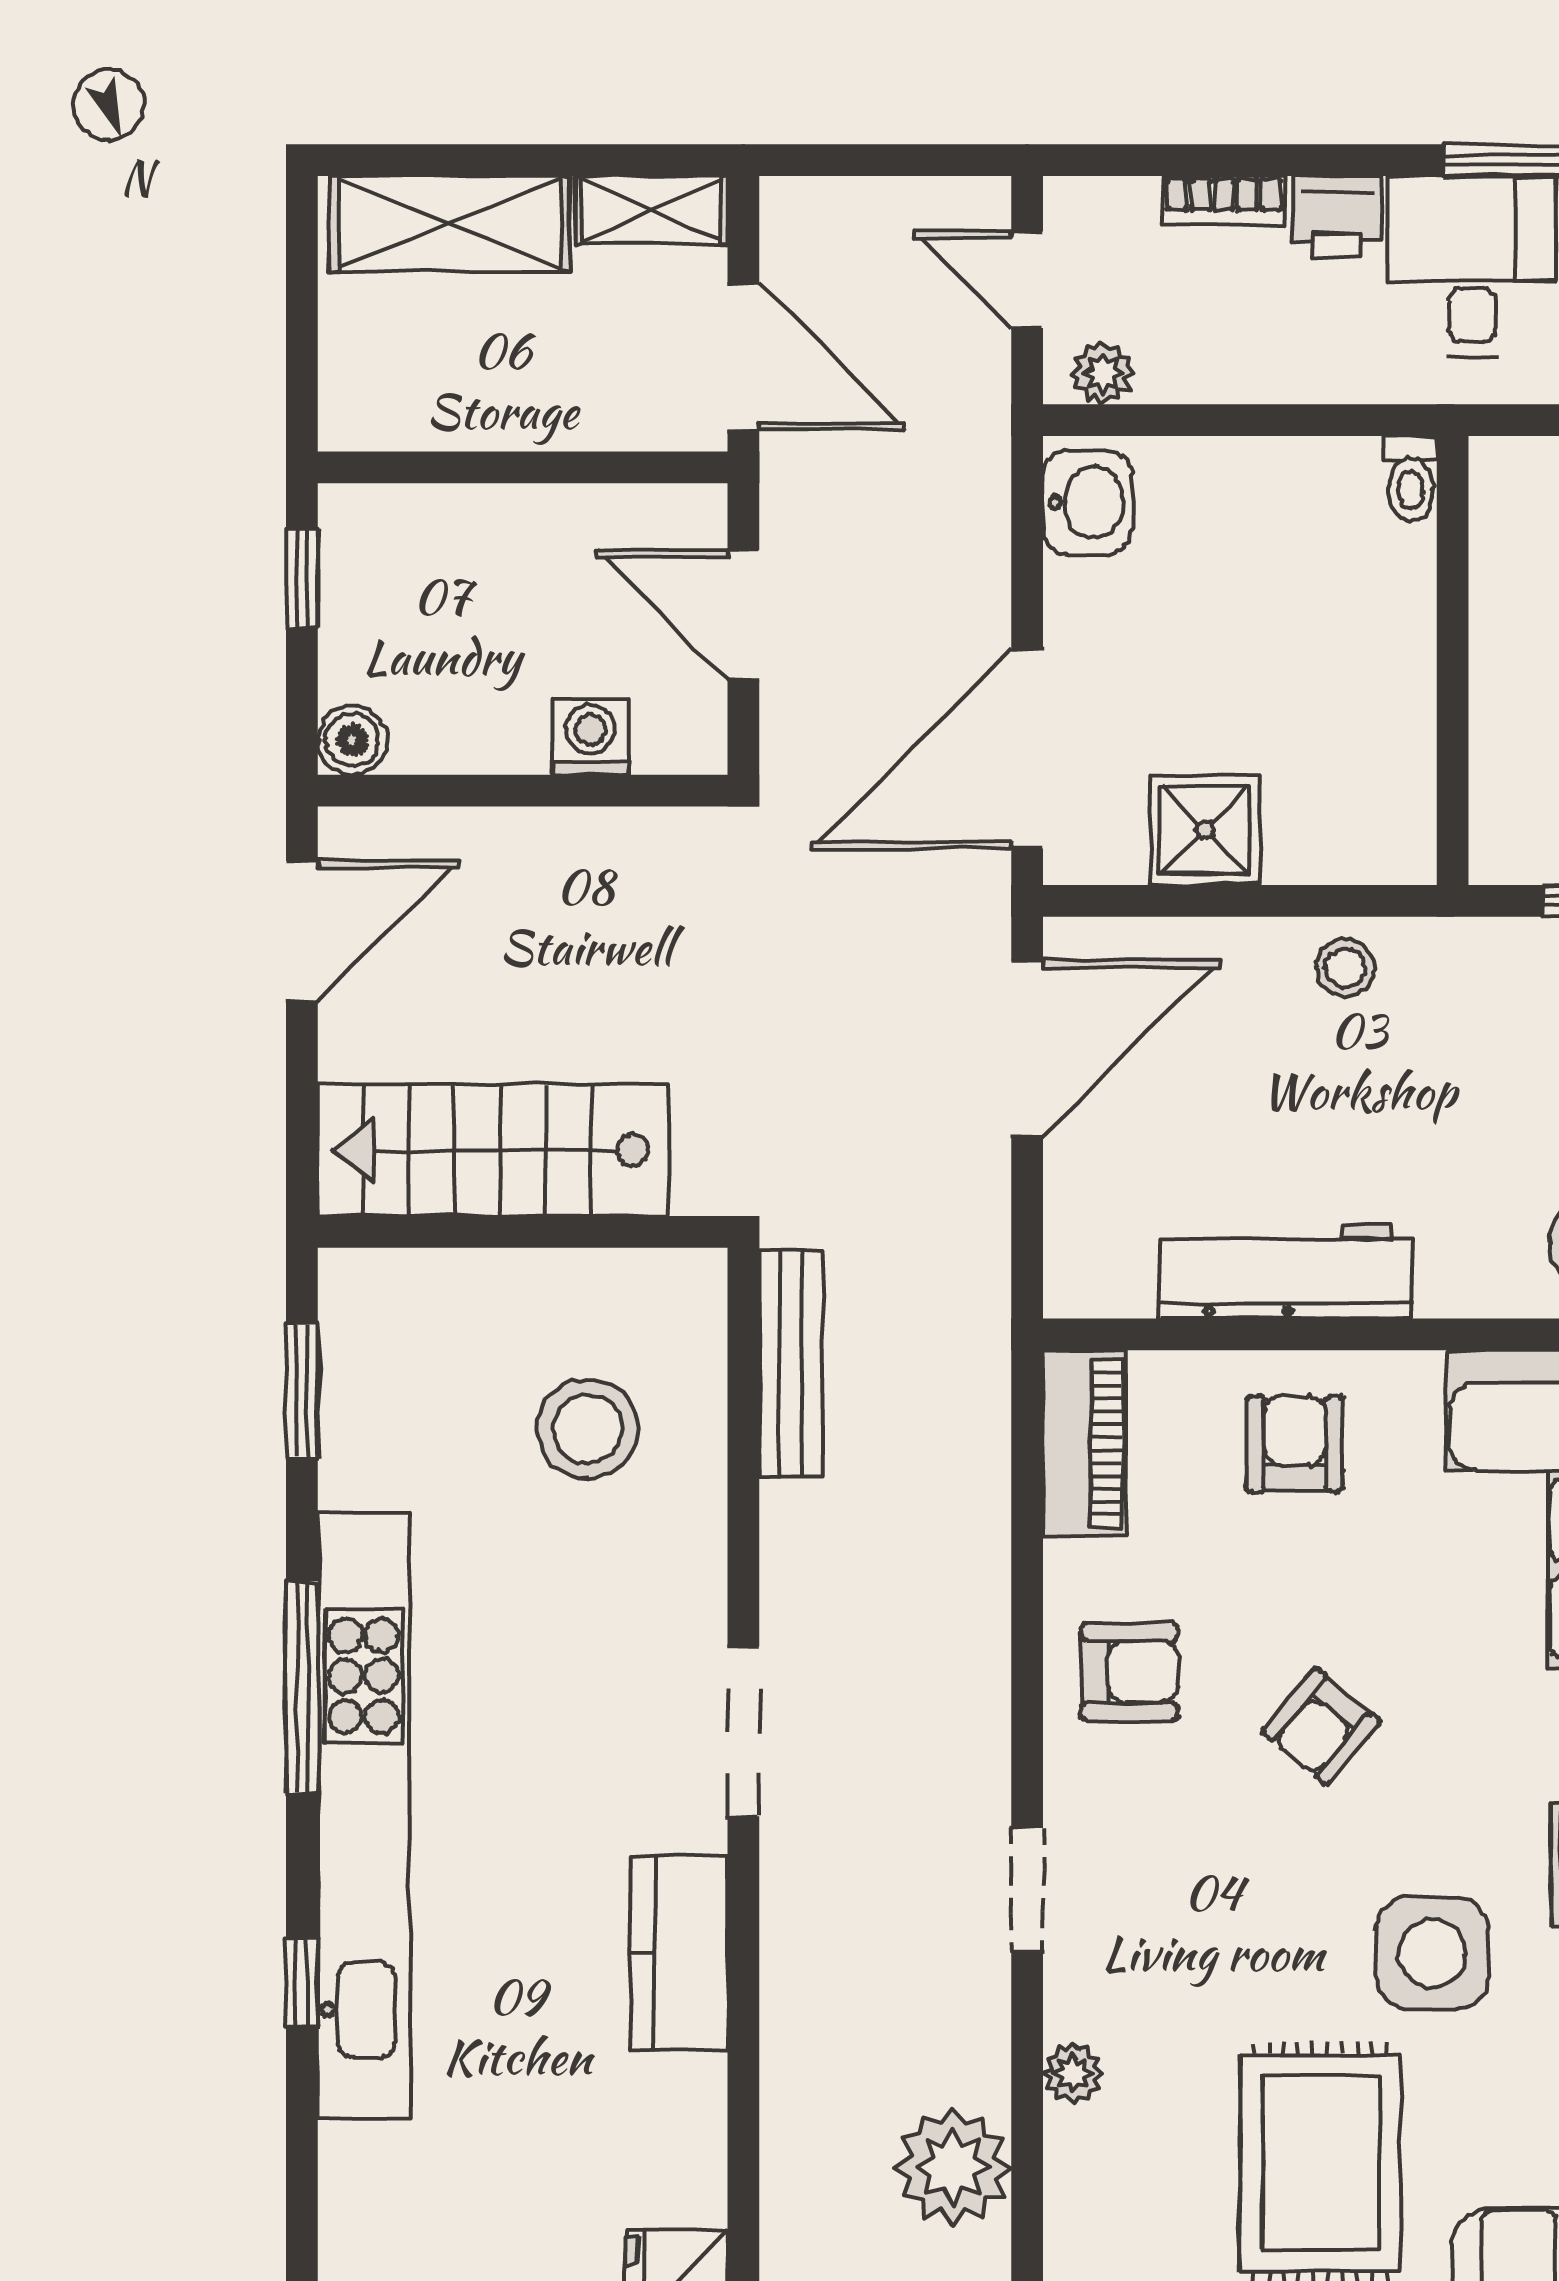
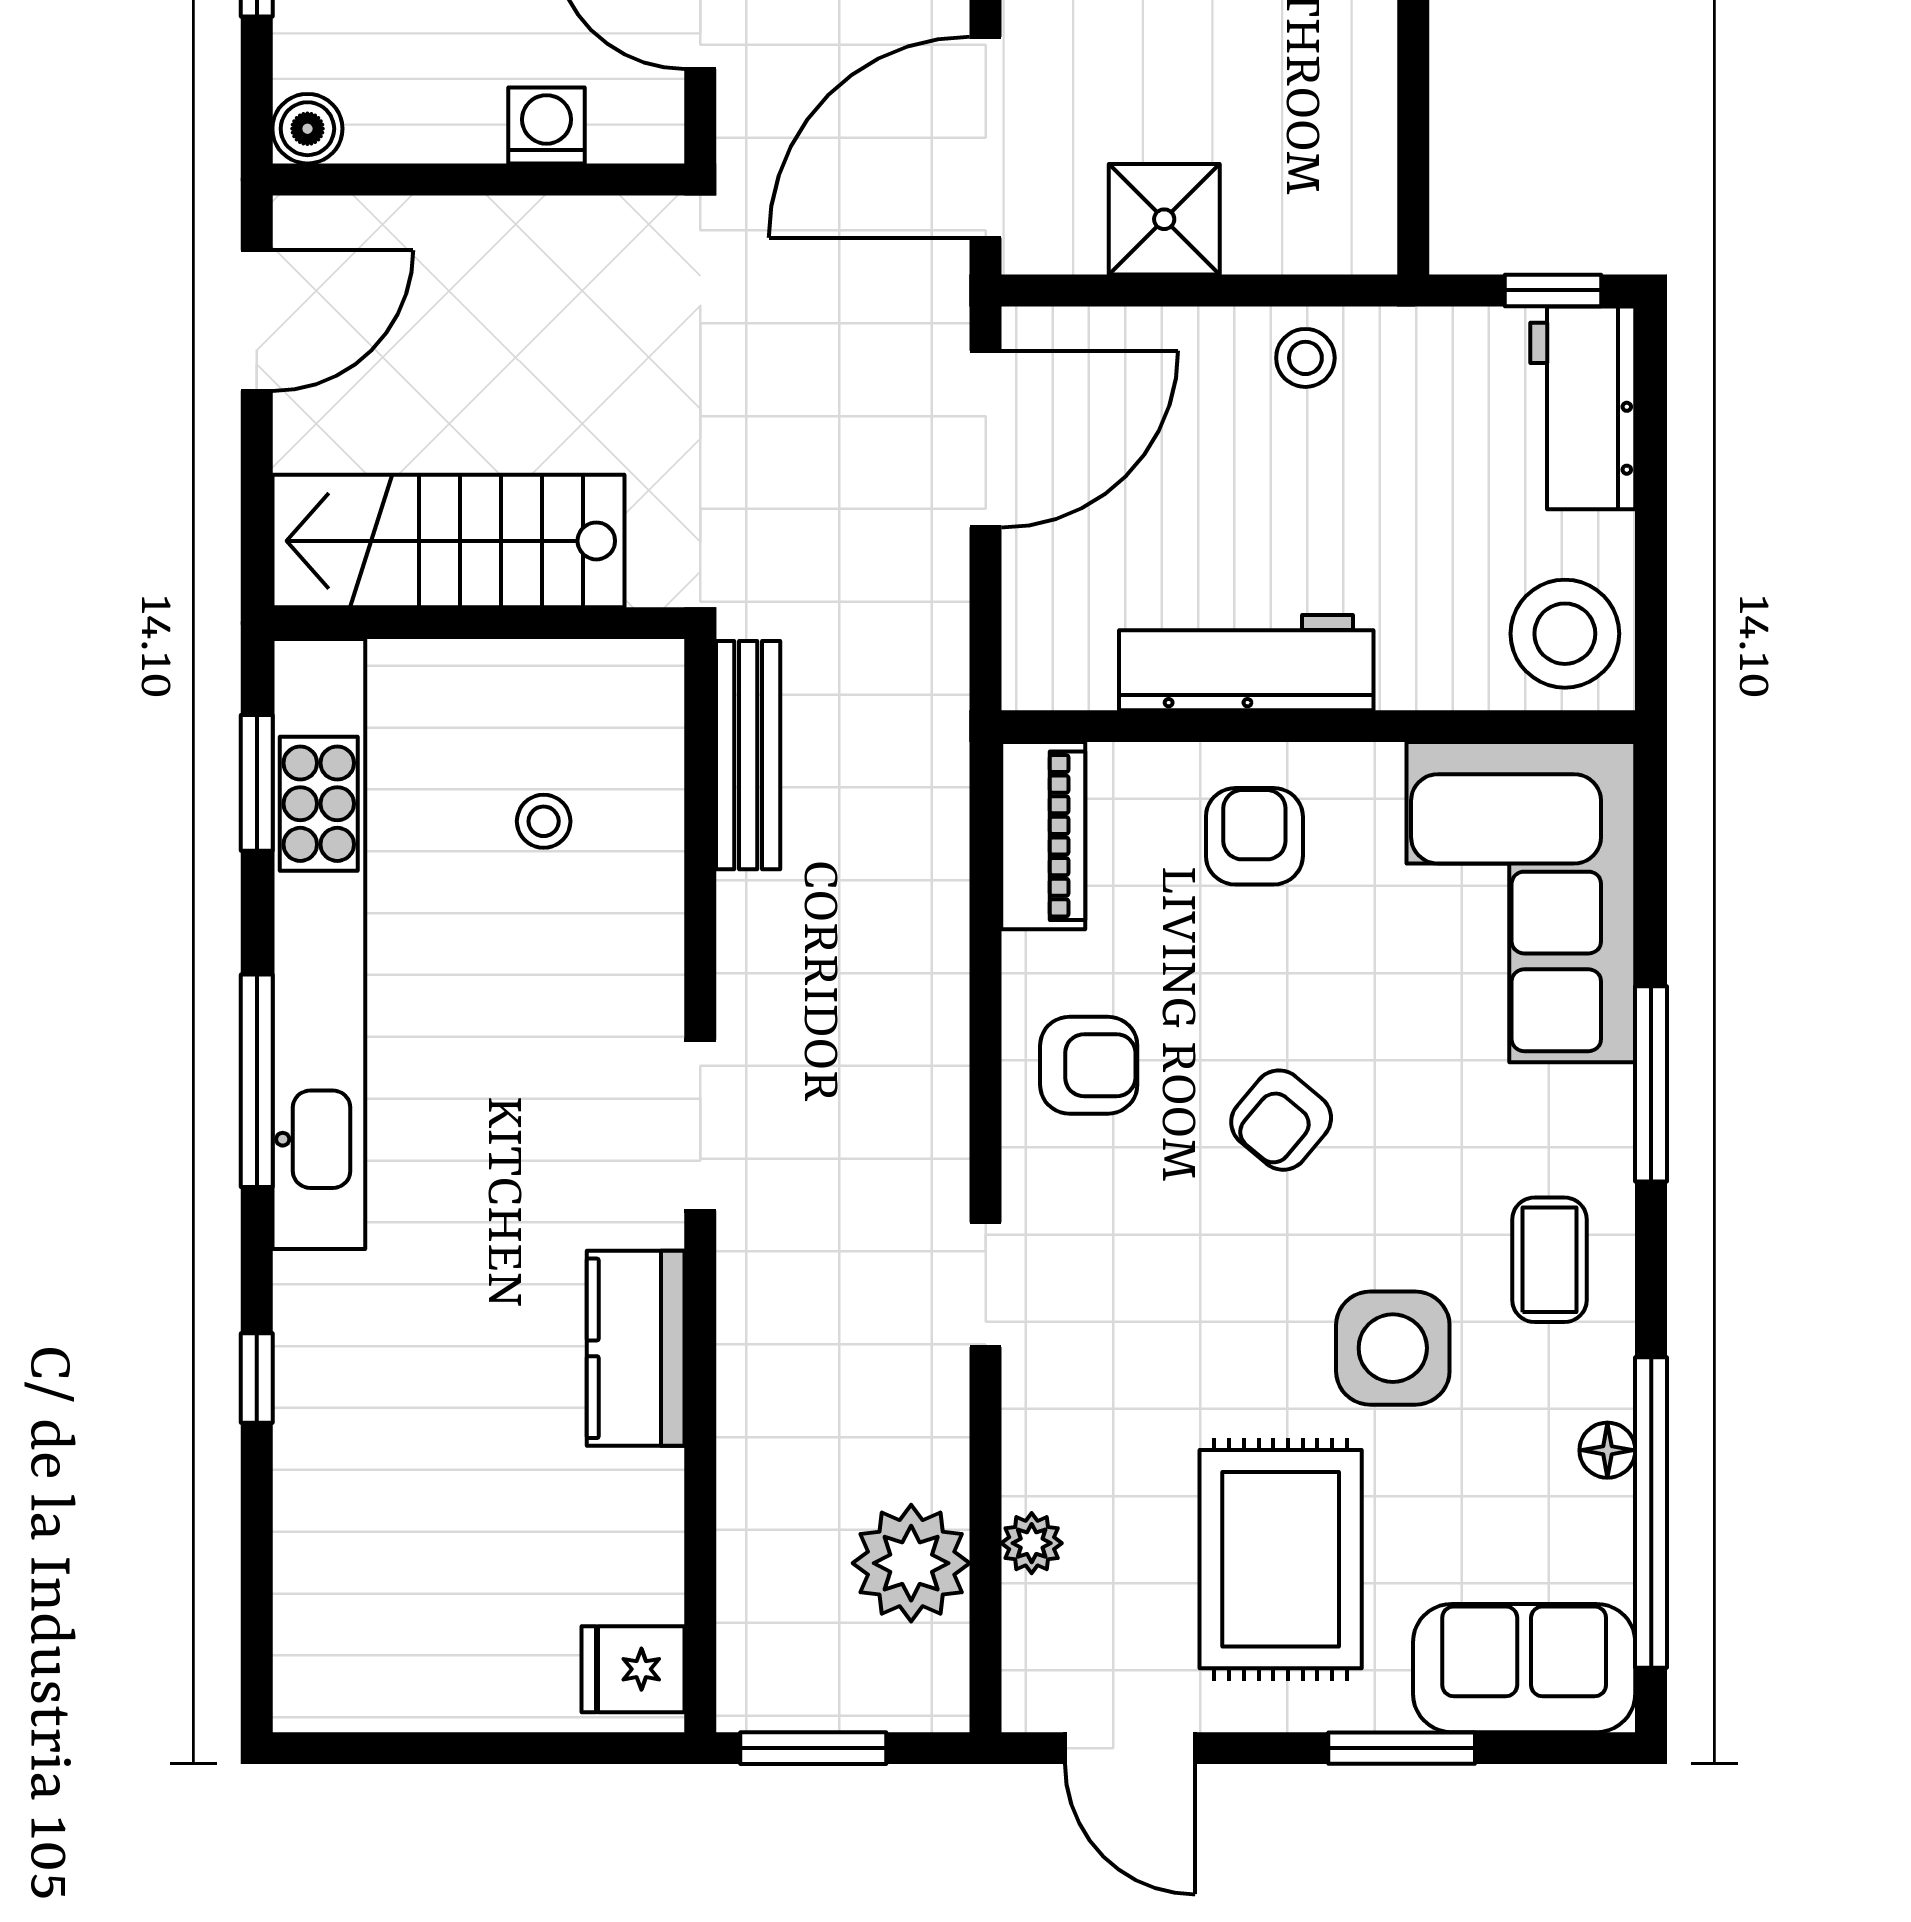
stool: (587, 1429) -> (544, 821), width x0.53, depth x0.53
kitchen unit: (364, 1815) -> (319, 944), moved
plant: (1073, 2073) -> (1032, 1543), moved

